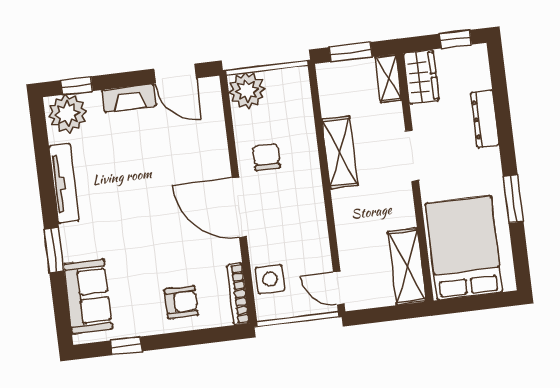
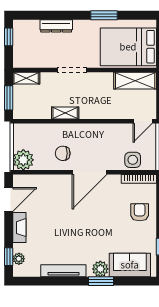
wardrobe: (421, 77) -> (28, 59), removed
plant: (67, 114) -> (19, 259), width x0.53, depth x0.53
shelving: (340, 152) -> (65, 113), width x0.67, depth x0.75
plant: (75, 246) -> (100, 269), added

